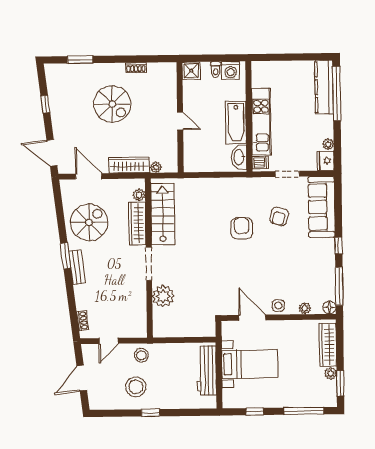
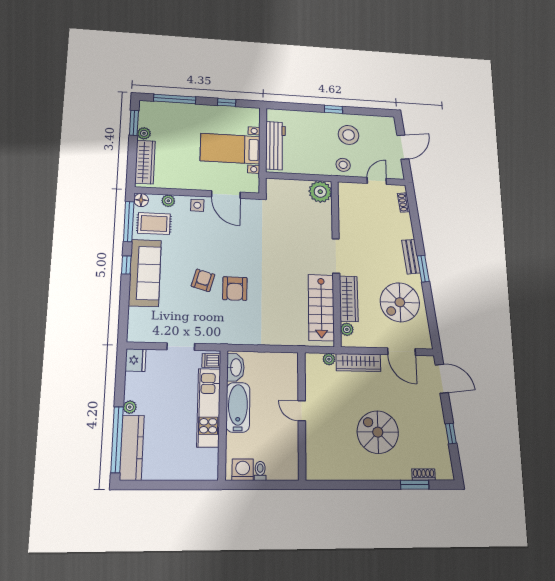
shoe rack: (136, 68) -> (424, 475), moved
shower: (191, 71) -> (289, 470), removed
plant: (328, 144) -> (130, 407), moved
sofa: (322, 207) -> (145, 273), moved
armchair: (279, 216) -> (203, 280), moved
rug: (317, 286) -> (154, 224), added
plant: (163, 296) -> (320, 192), moved

